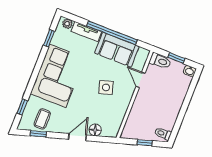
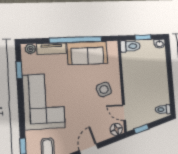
door: (140, 80) -> (124, 112), moved
side table: (106, 87) -> (104, 89), moved
floor lamp: (95, 130) -> (116, 129), moved
window: (145, 143) -> (142, 129), moved

